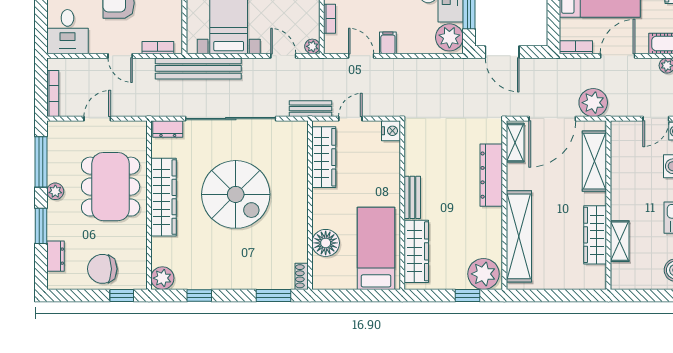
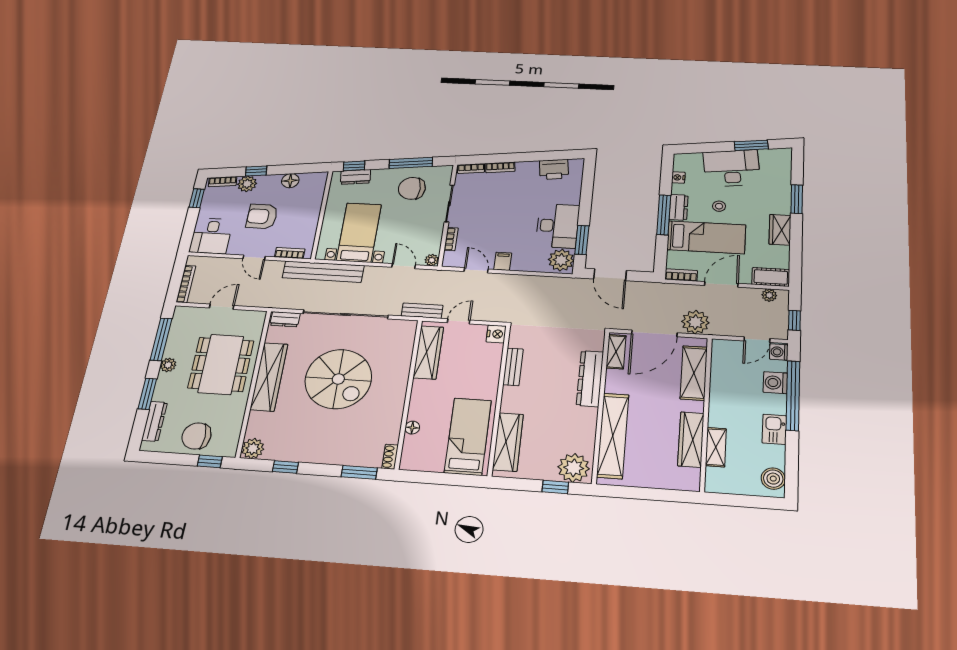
bench: (412, 197) -> (513, 367), moved
floor lamp: (326, 243) -> (412, 428), width x0.53, depth x0.53
dresser: (56, 256) -> (154, 421), width x1.44

